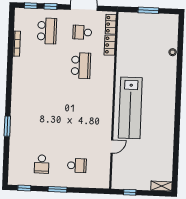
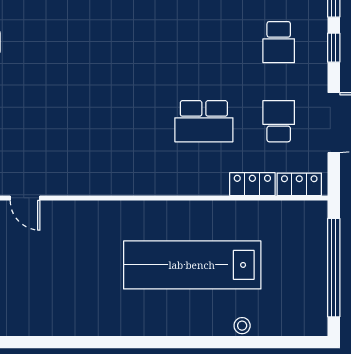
window: (148, 10) -> (334, 268), width x2.11
school desk: (47, 31) -> (279, 42), width x0.54
lab bench: (130, 108) -> (192, 265), moved

